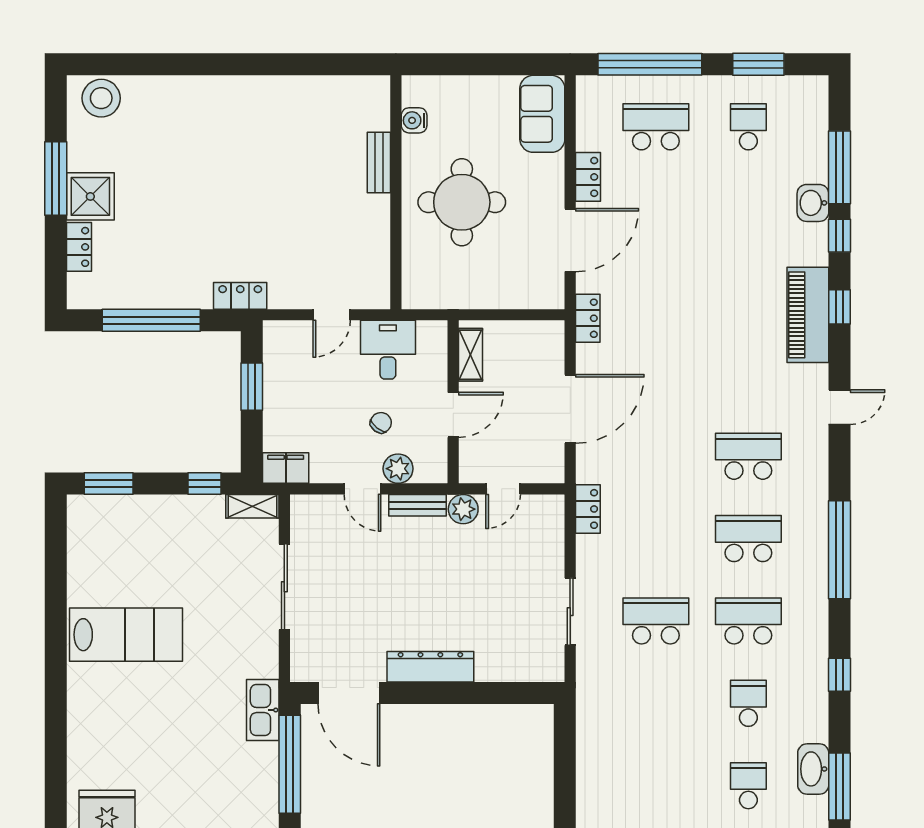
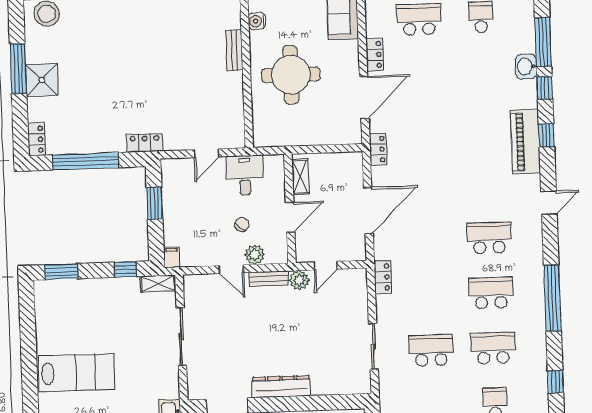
locker: (79, 247) -> (36, 139), moved
filing cabinet: (286, 468) -> (172, 257), width x0.50

